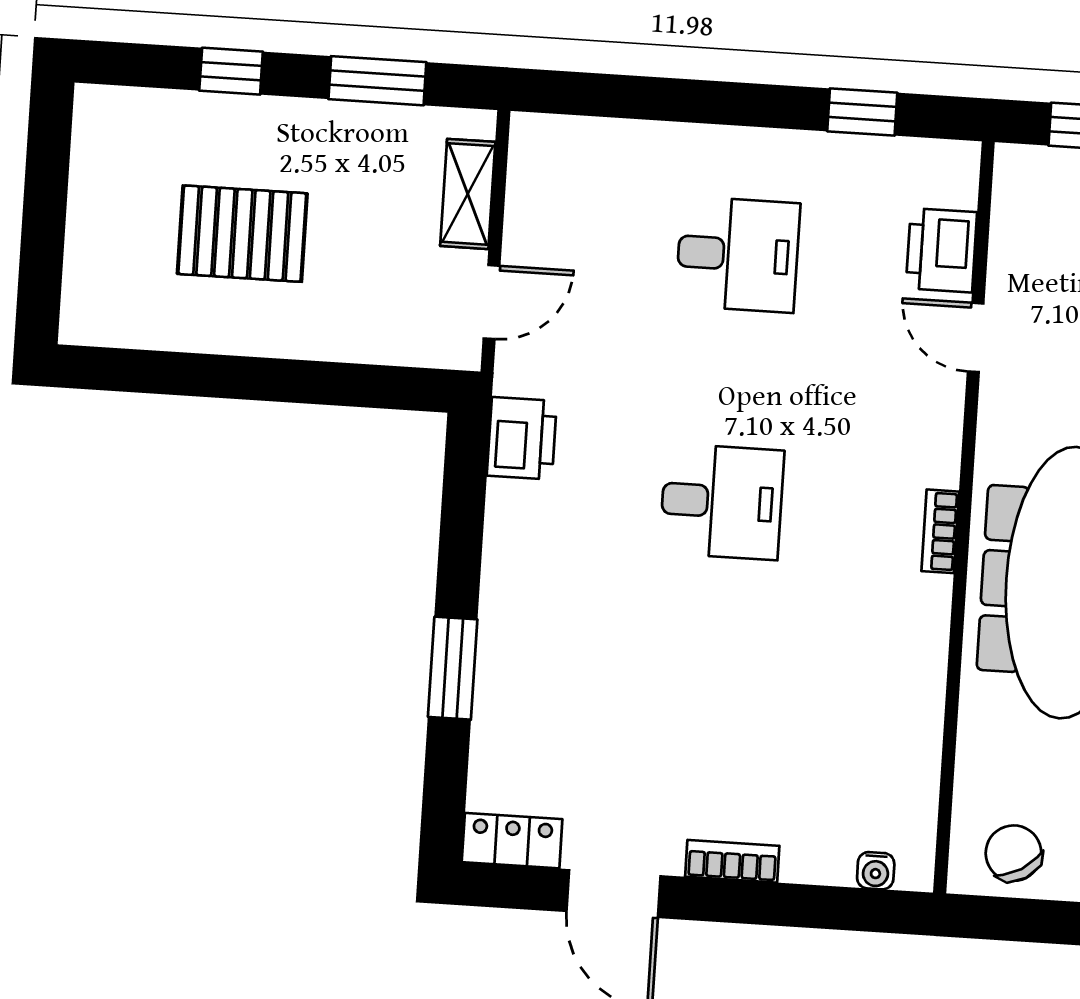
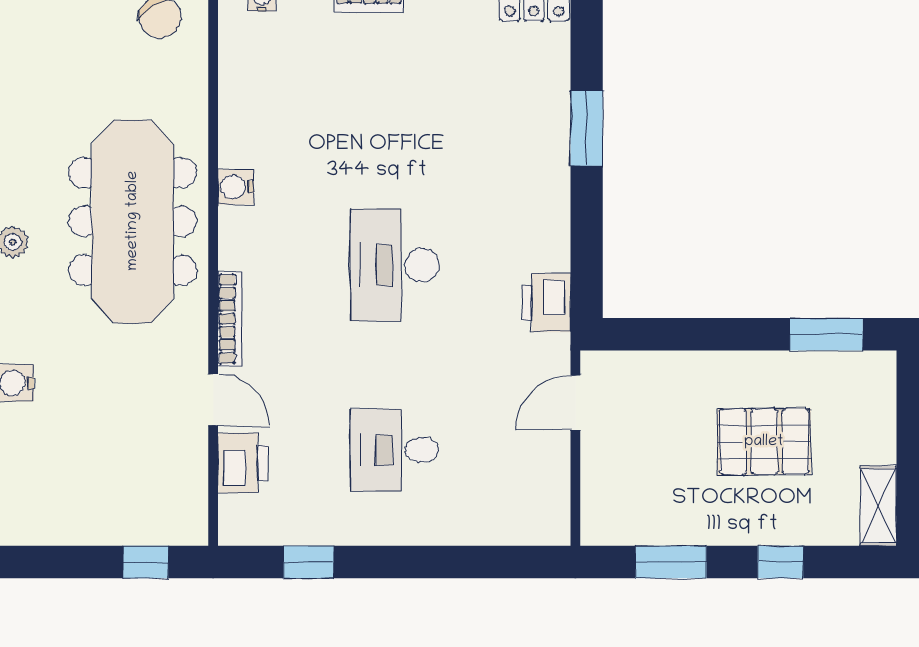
shelving: (468, 194) -> (878, 506), moved
window: (150, 372) -> (826, 334), added
desk: (722, 502) -> (394, 265), width x1.37
bookcase: (940, 531) -> (230, 319), moved, width x1.56
water cooler: (927, 620) -> (236, 187), added

